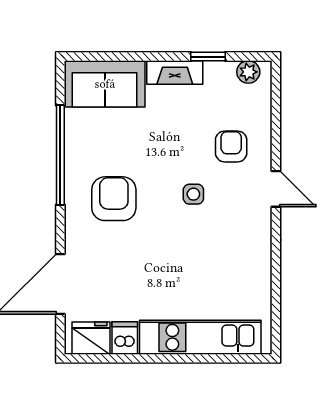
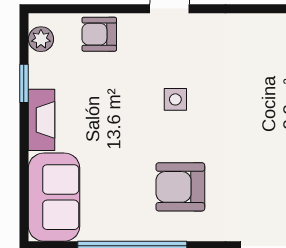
armchair: (231, 146) -> (99, 34), moved

